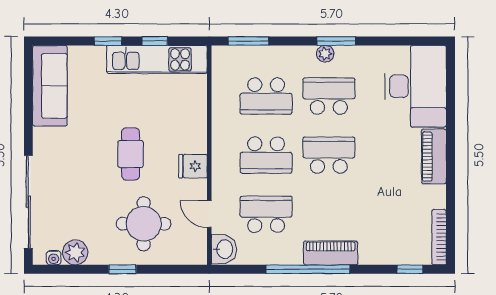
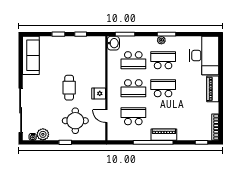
kitchen unit: (157, 59) -> (82, 43), removed
washbasin: (224, 249) -> (113, 43), moved

